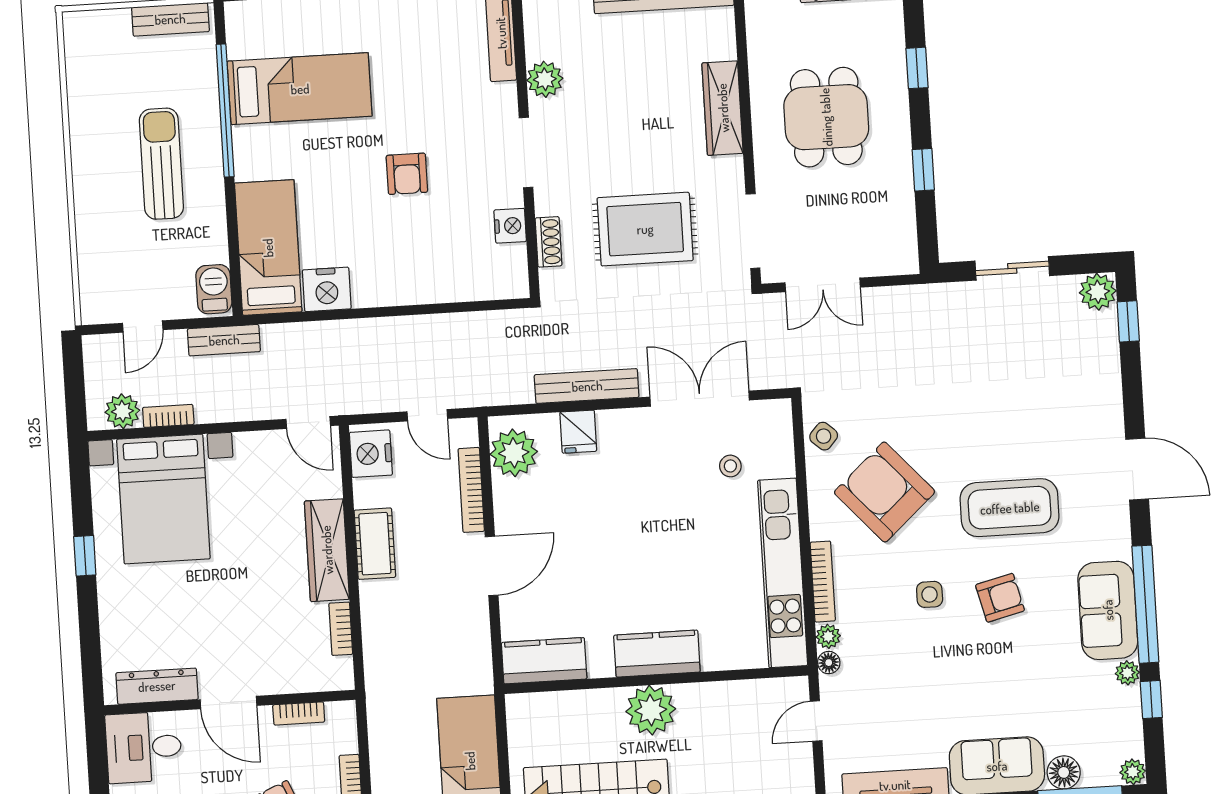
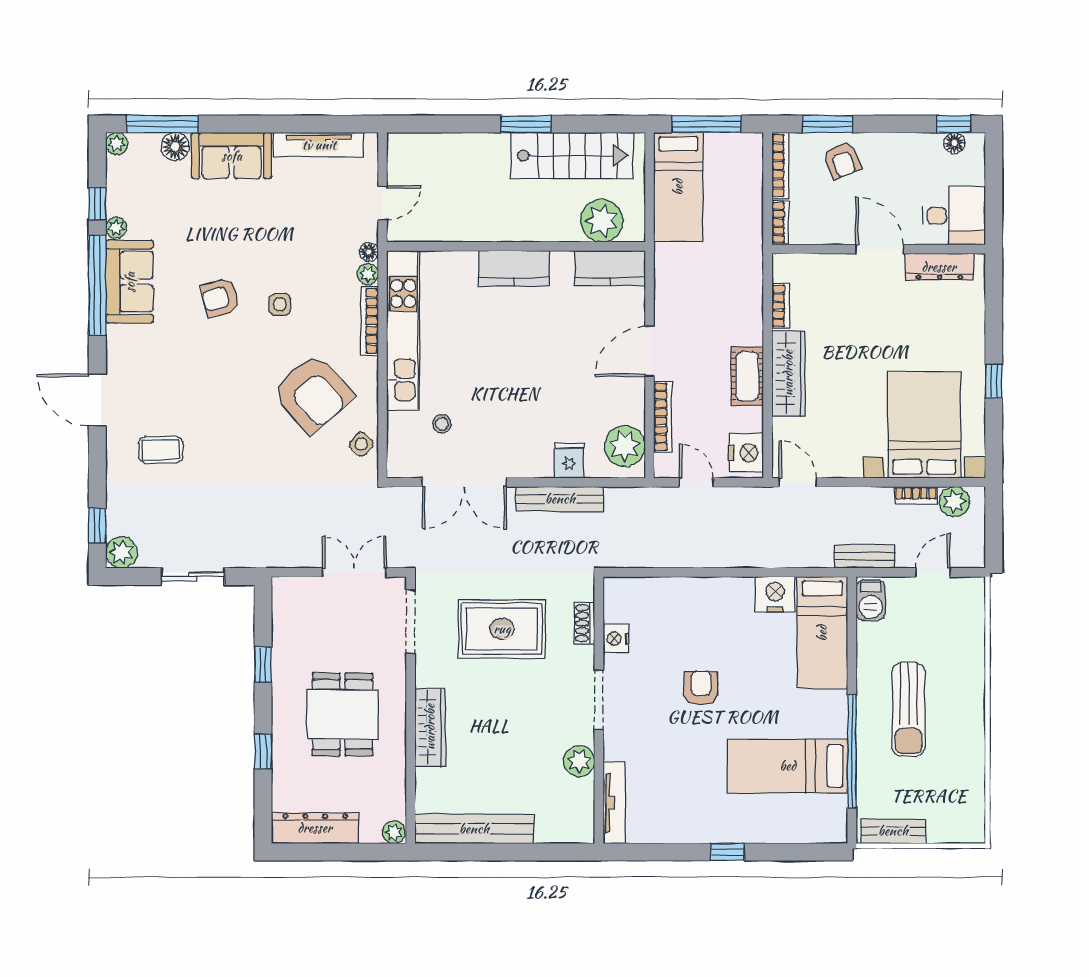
coffee table: (1010, 508) -> (161, 450), moved, width x0.54, depth x0.58
plant: (651, 710) -> (602, 221), moved
bookcase: (299, 713) -> (780, 222), moved, turned 90

